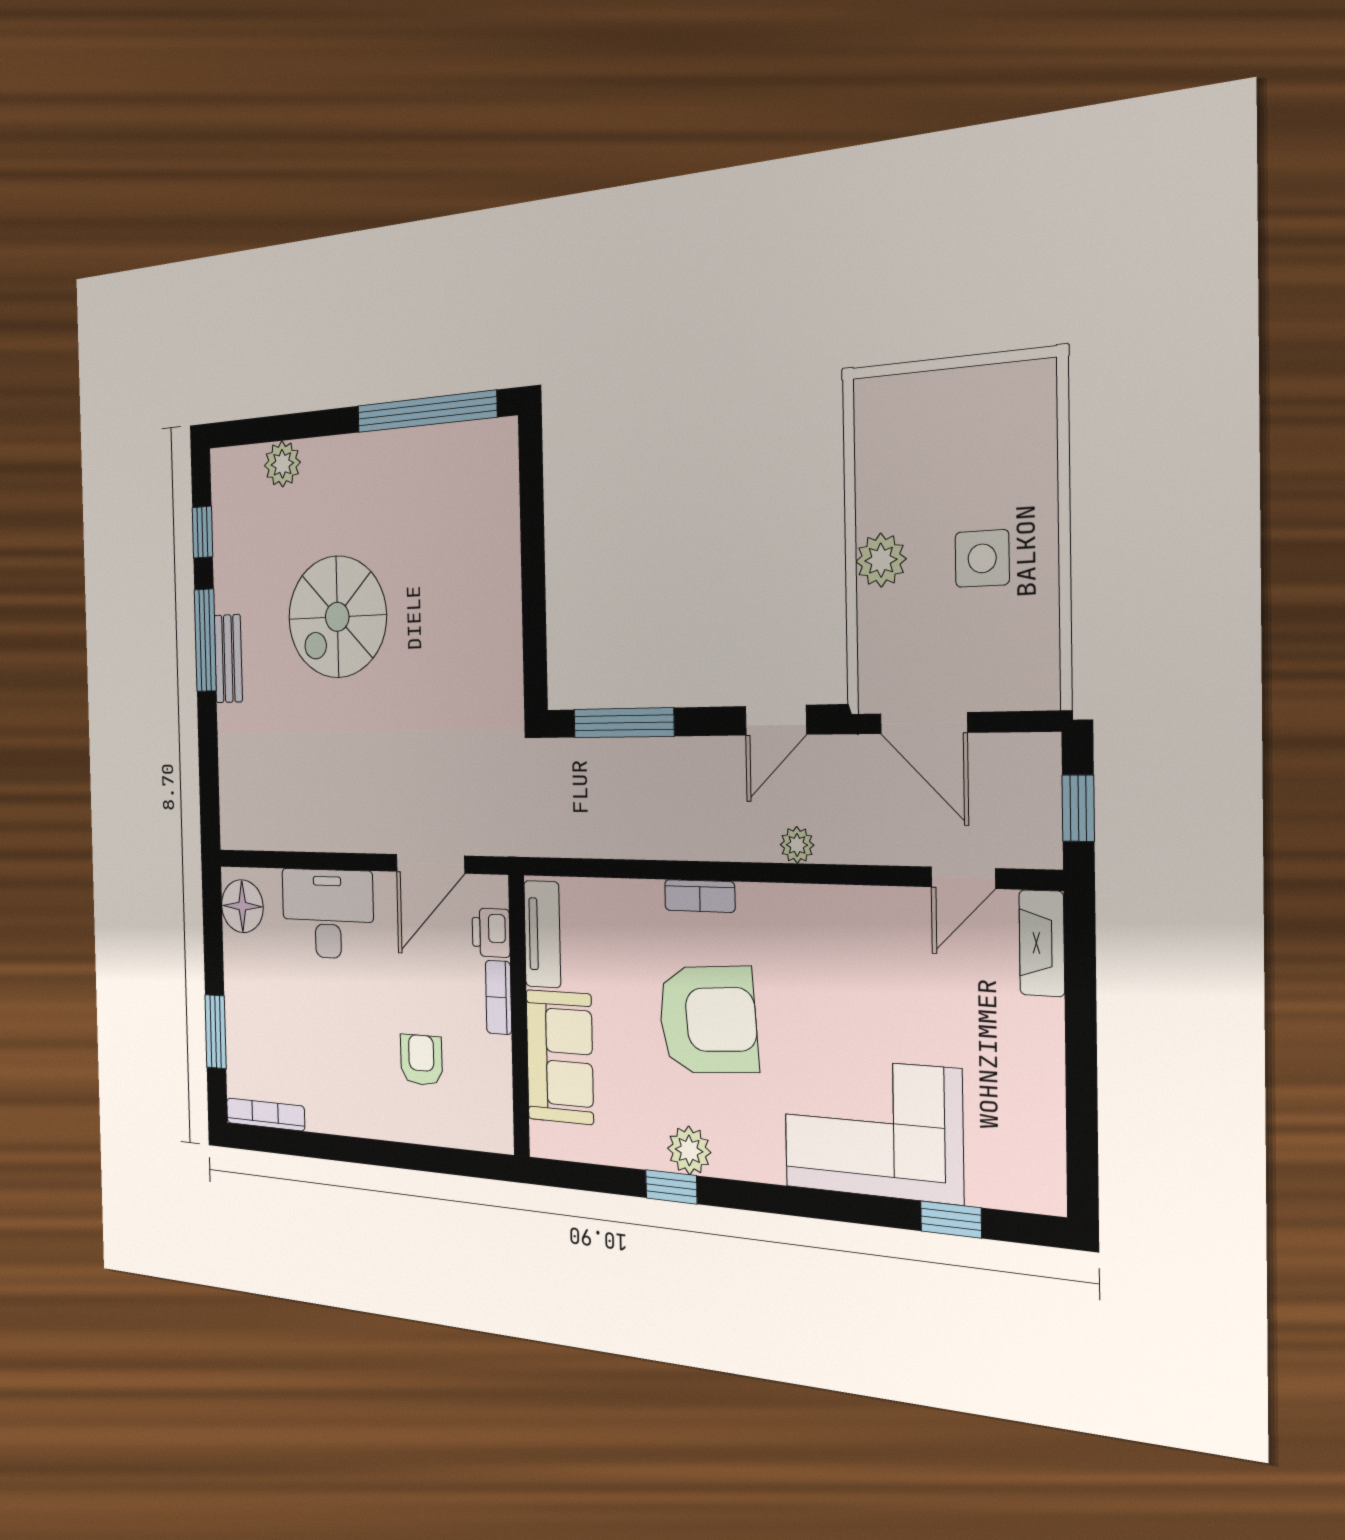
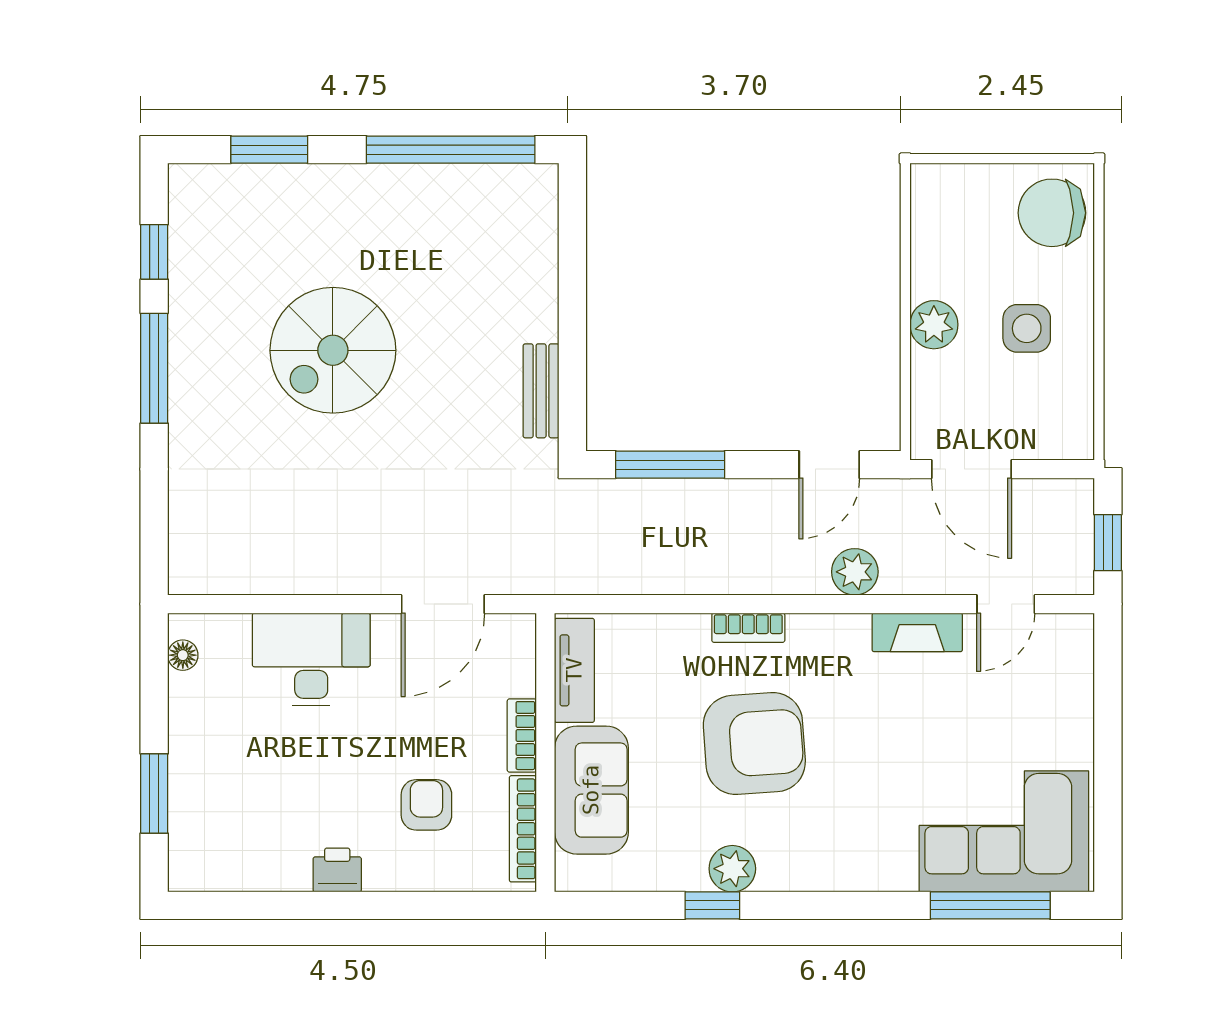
chair: (1009, 421) -> (1052, 213), added
window: (284, 428) -> (269, 150), added
plant: (282, 464) -> (266, 187), removed
bench: (228, 659) -> (541, 391), moved
plant: (797, 845) -> (855, 572), width x1.38, depth x1.38
floor lamp: (242, 906) -> (183, 655), width x0.53, depth x0.53
printer: (491, 933) -> (337, 870), moved, turned 90
fireplace: (1042, 943) -> (917, 632), moved, turned -90
bookcase: (265, 1114) -> (523, 829), moved, turned -90
corner sofa: (872, 1129) -> (1004, 831), moved
window: (951, 1220) -> (990, 905), width x2.17

